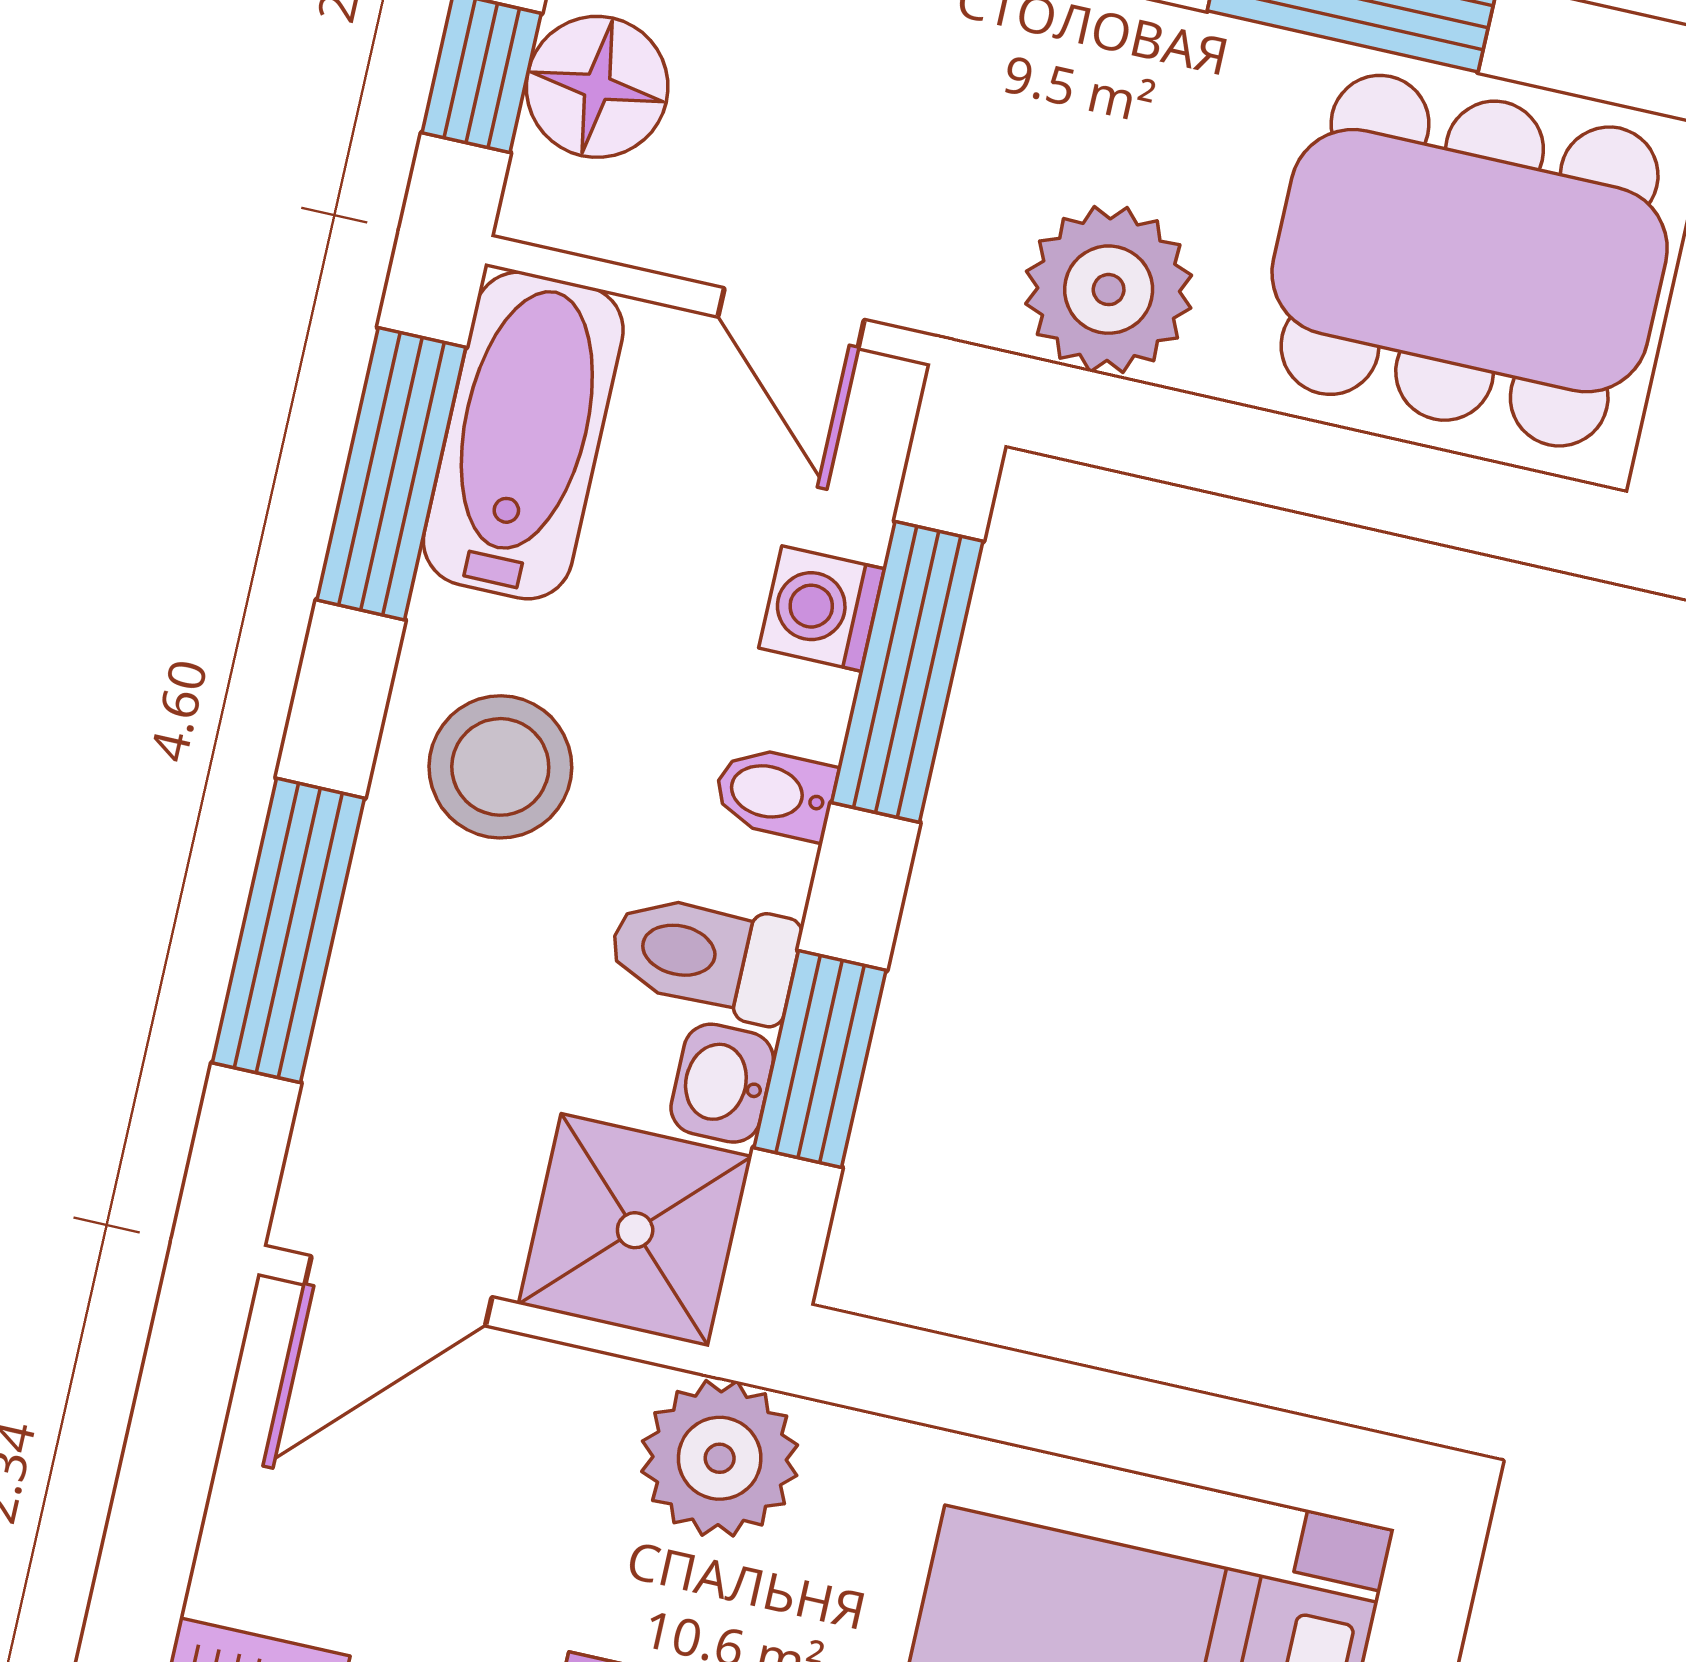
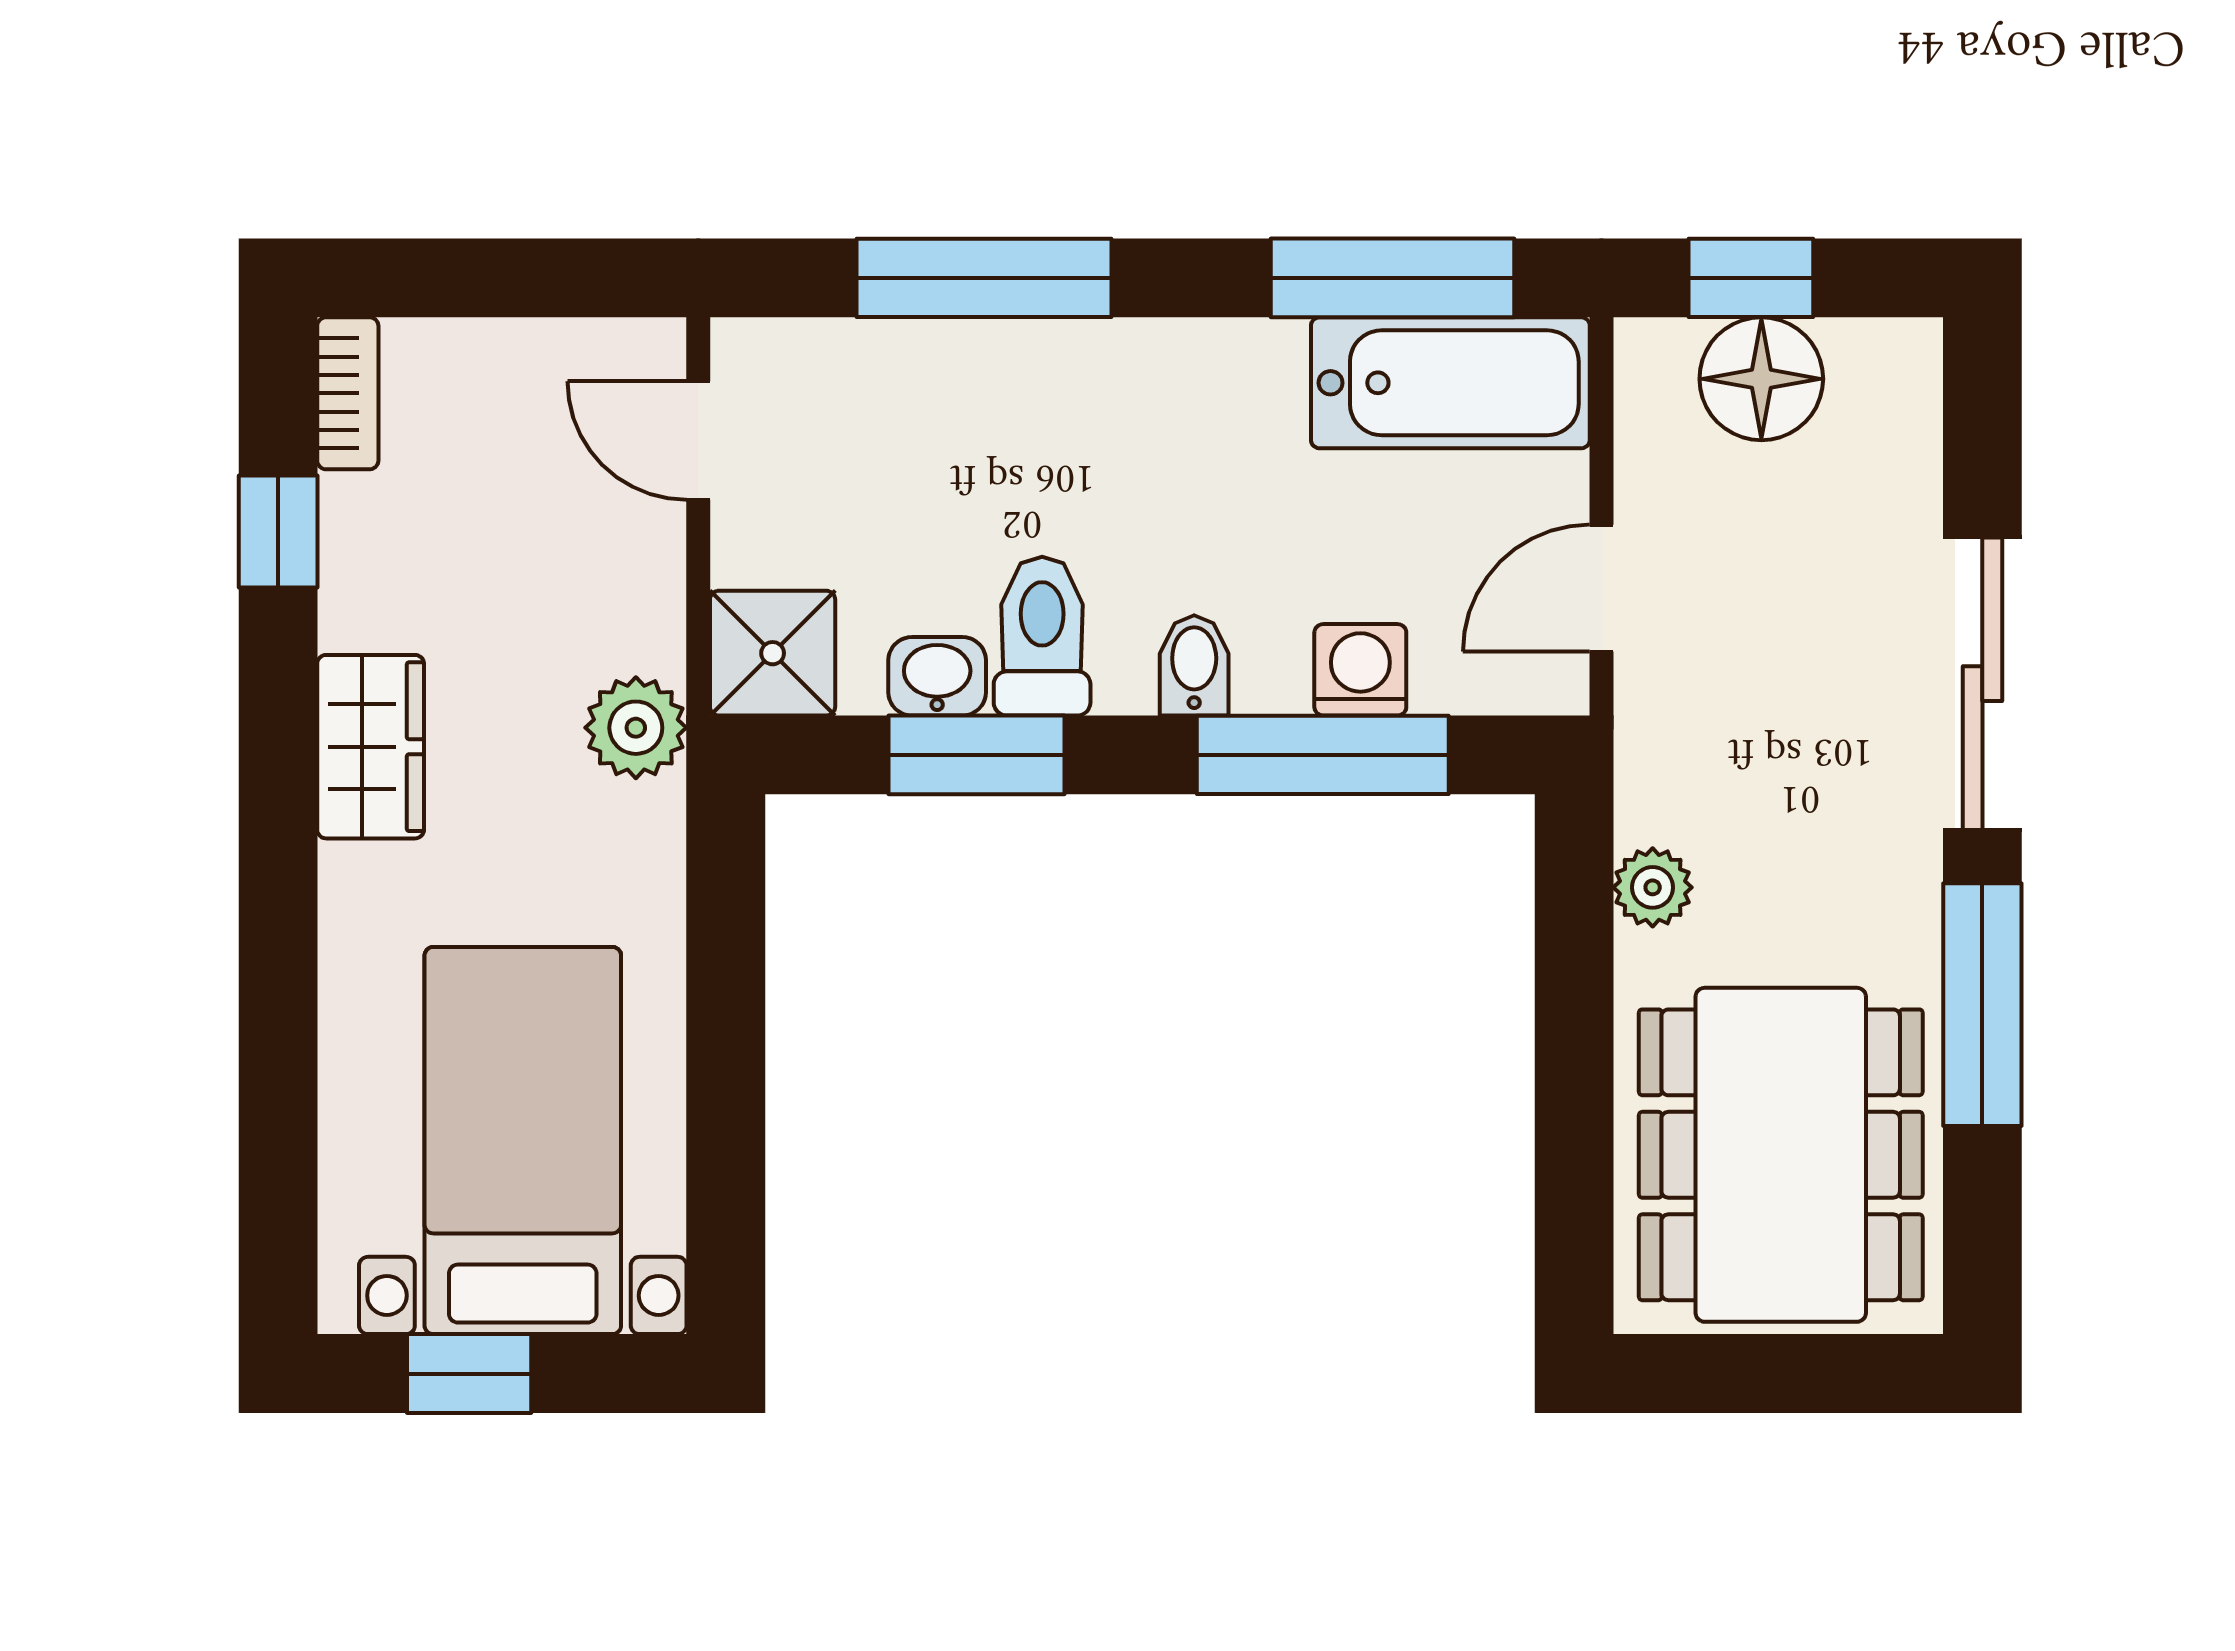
plant: (1109, 290) -> (1653, 887), width x0.53, depth x0.53
stool: (500, 767) -> (1164, 427), removed
shower: (635, 1230) -> (773, 653), width x0.73, depth x0.73
door: (398, 1291) -> (698, 441), width x0.73
plant: (720, 1458) -> (636, 728), width x0.73, depth x0.73

